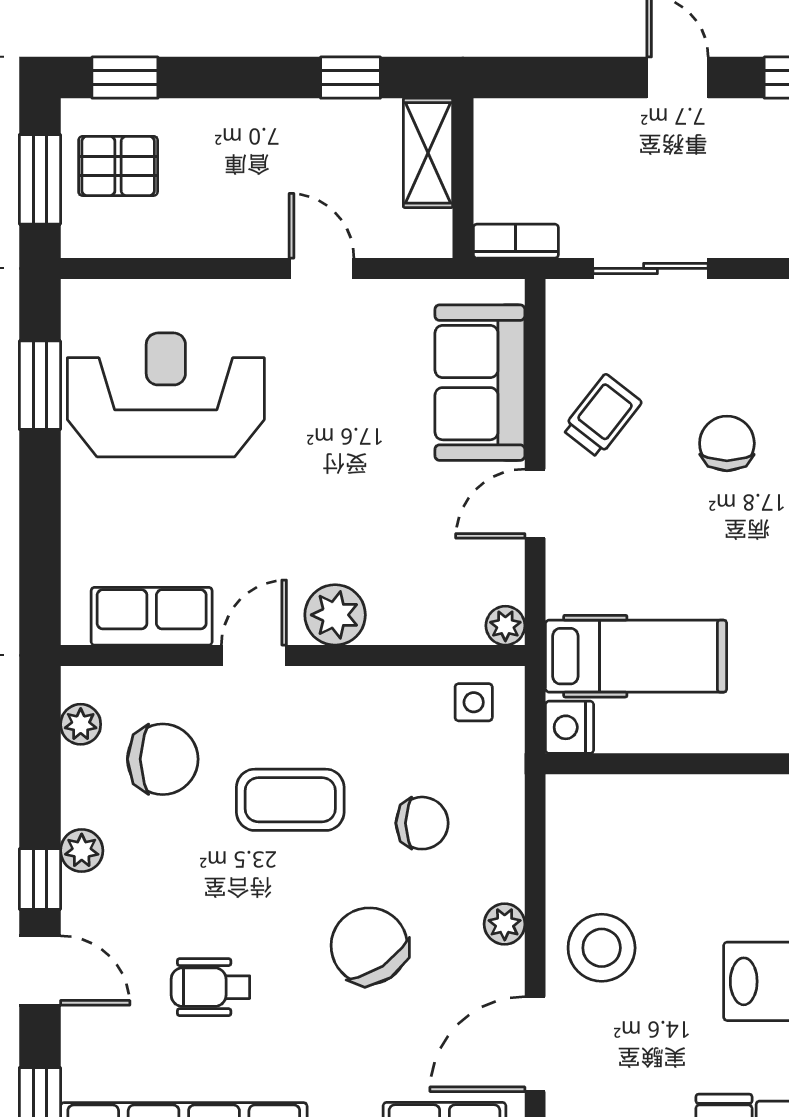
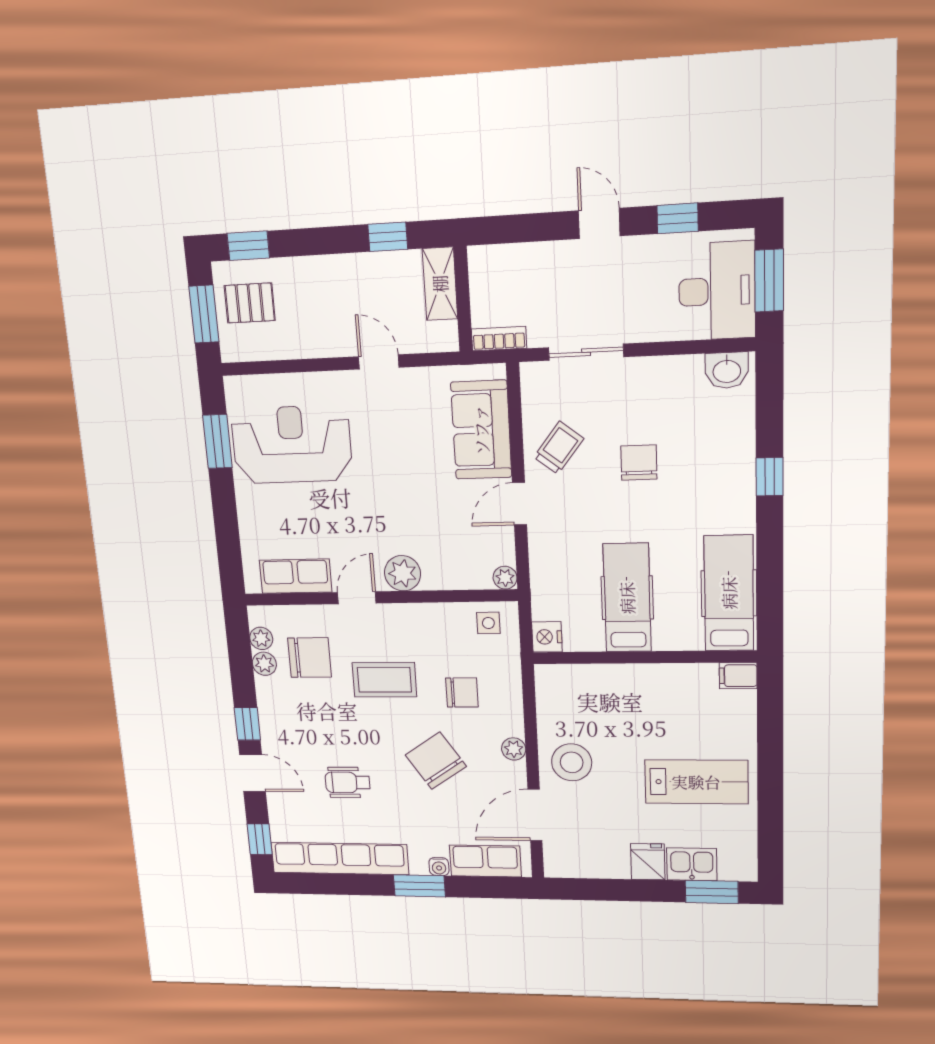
hospital bed: (636, 656) -> (627, 598), moved, turned -90
plant: (82, 851) -> (264, 664), moved

